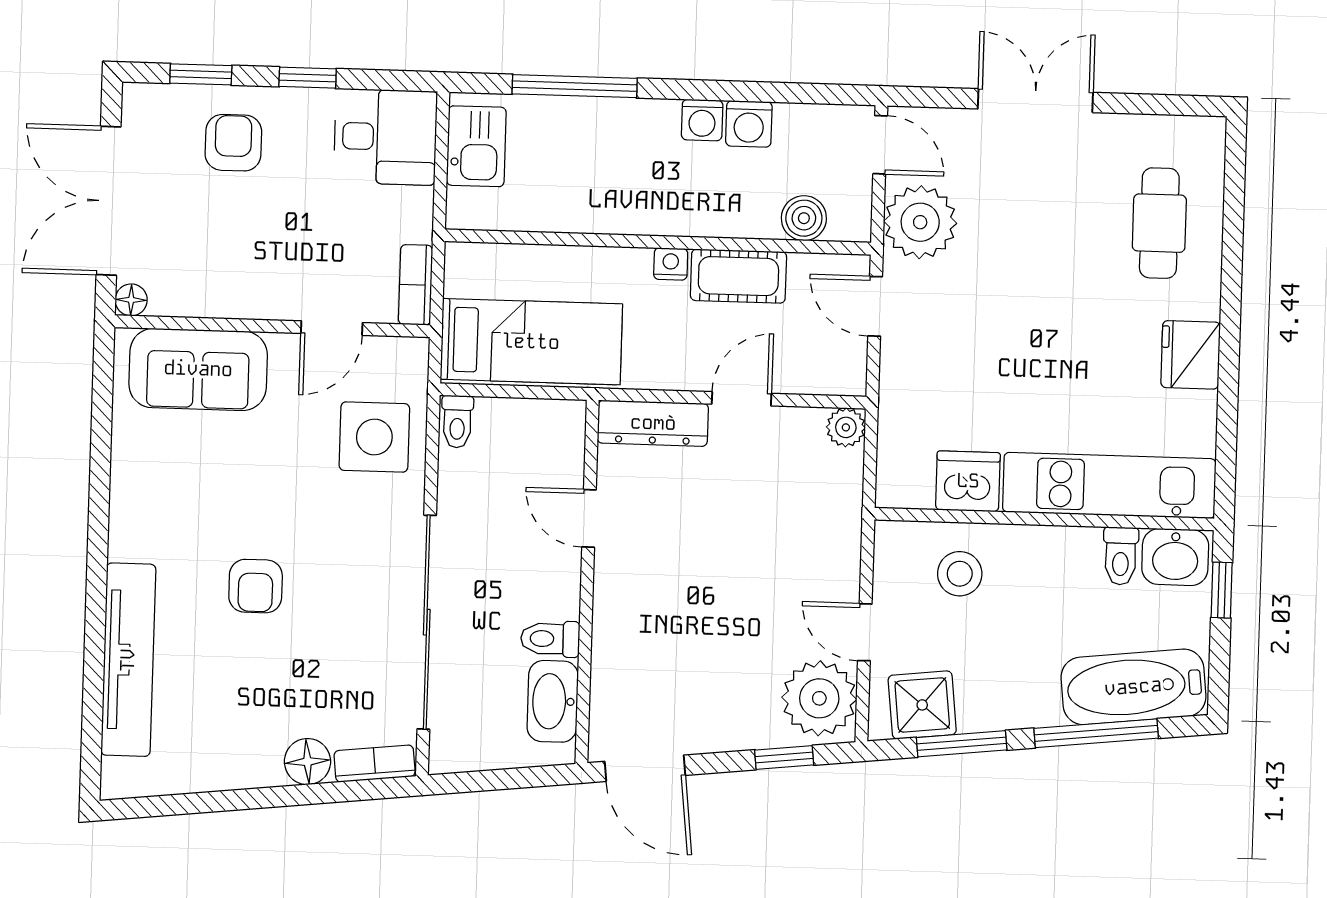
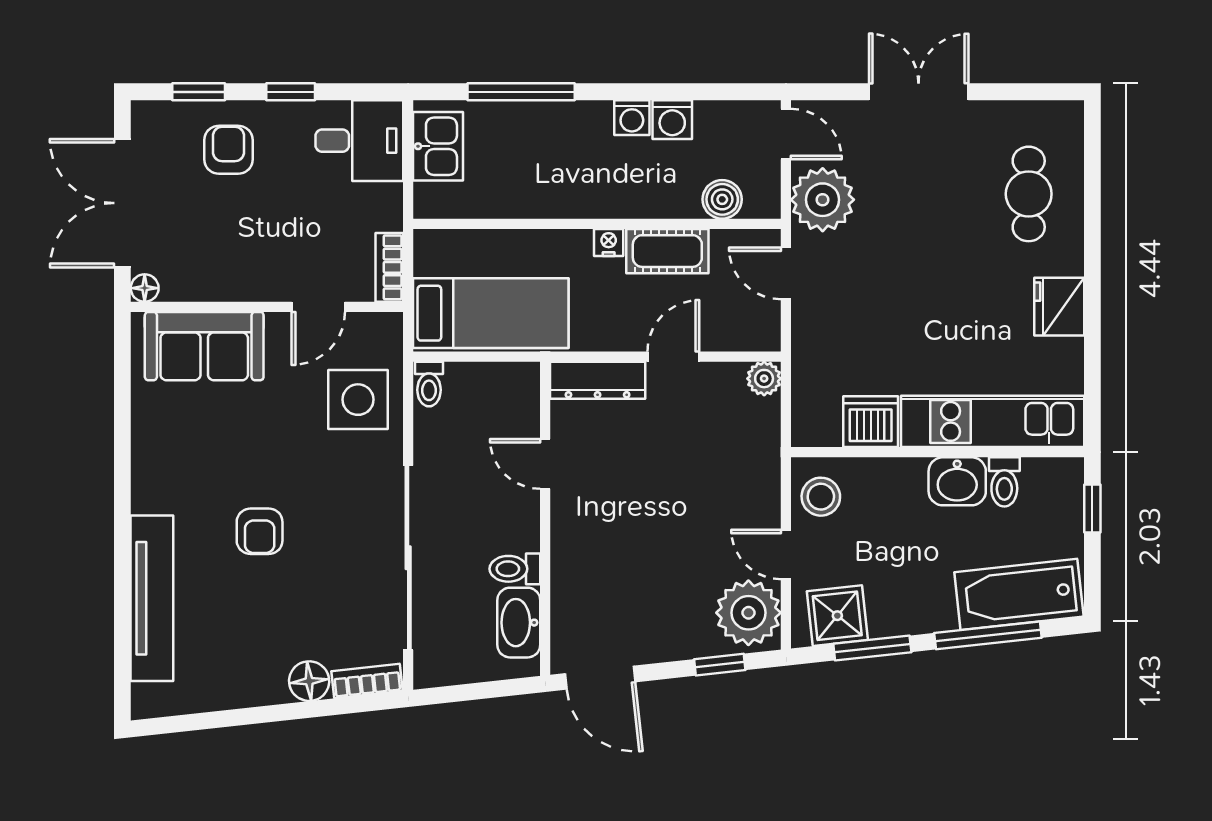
washbasin: (1175, 557) -> (957, 481), moved
stool: (960, 574) -> (821, 497), moved

